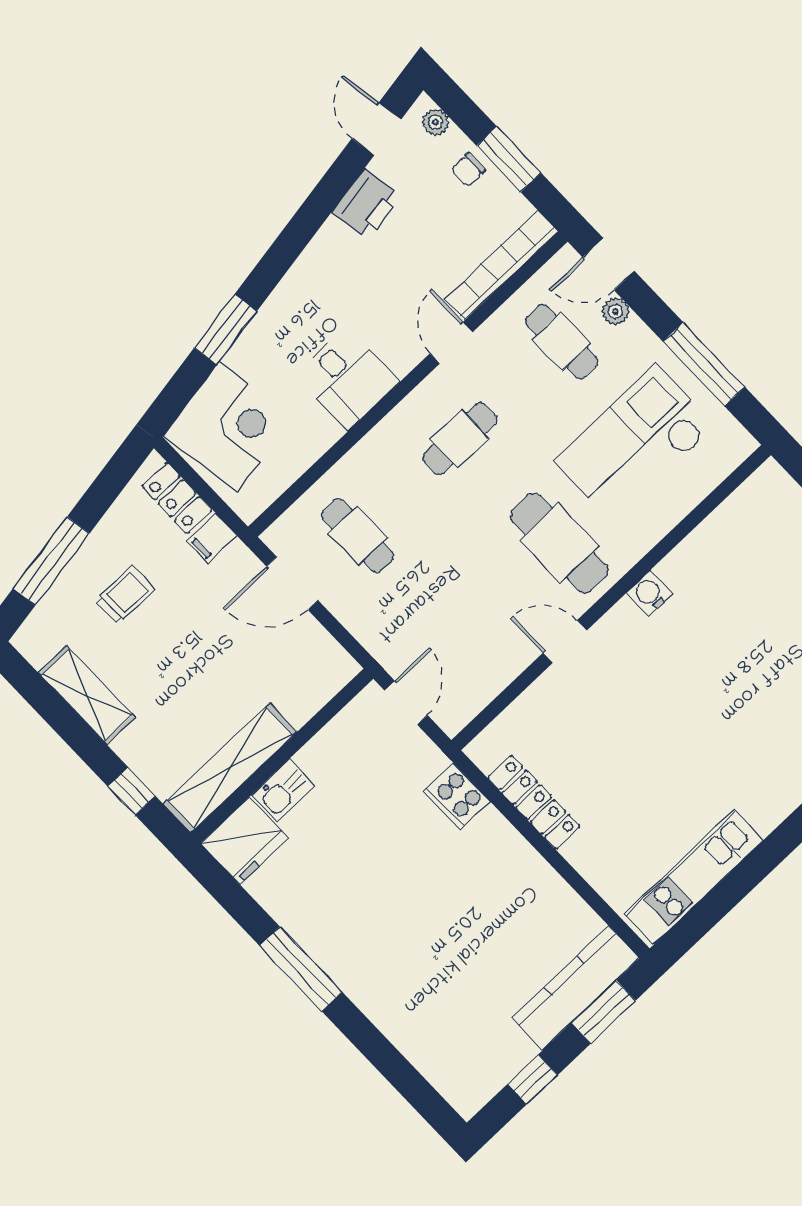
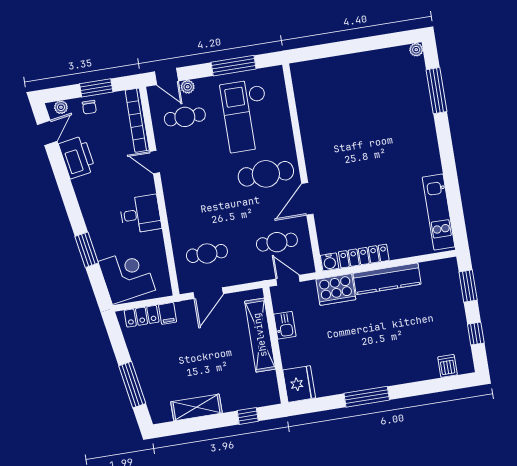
door: (377, 129) -> (47, 133), swing flipped
printer: (366, 204) -> (77, 157), width x1.37, depth x1.19
door: (609, 264) -> (167, 76), hinge flipped
cafe table: (460, 439) -> (277, 242), moved, turned 90
water cooler: (649, 593) -> (330, 262), moved, turned -90
trolley: (125, 595) -> (166, 364), removed
door: (565, 642) -> (307, 199), width x1.38
shelving: (230, 768) -> (260, 335), moved
kitchen sink: (283, 791) -> (285, 325), moved
cooker: (457, 796) -> (336, 289), width x1.37, depth x1.31
kitchen counter: (576, 988) -> (387, 279), moved, turned -90
dishwasher: (445, 1069) -> (447, 366), added

